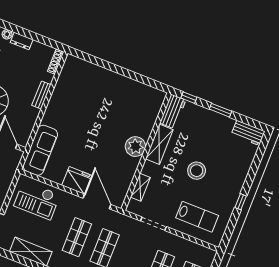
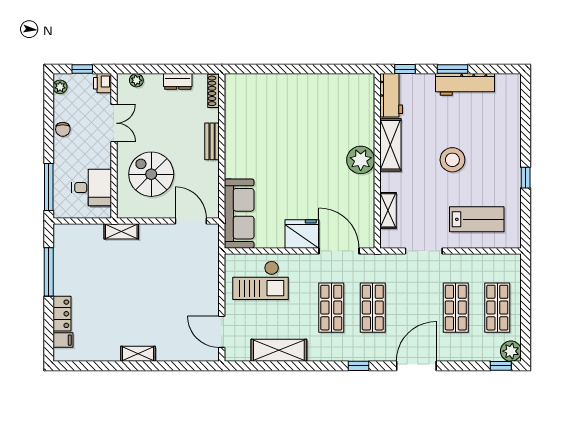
dresser: (22, 41) -> (178, 81), moved
workbench: (248, 133) -> (465, 84), moved, width x1.38

